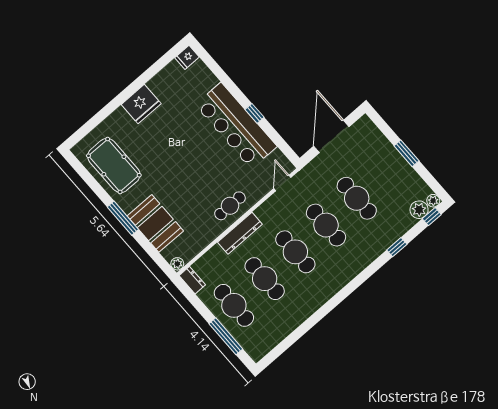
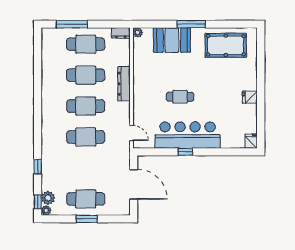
fridge: (141, 104) -> (250, 97), width x0.53, depth x0.75
cafe table: (357, 198) -> (86, 199), moved
cafe table: (230, 206) -> (180, 97), moved, turned 90

